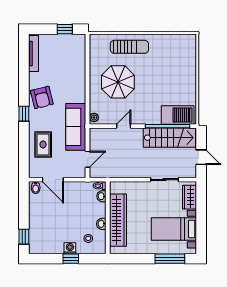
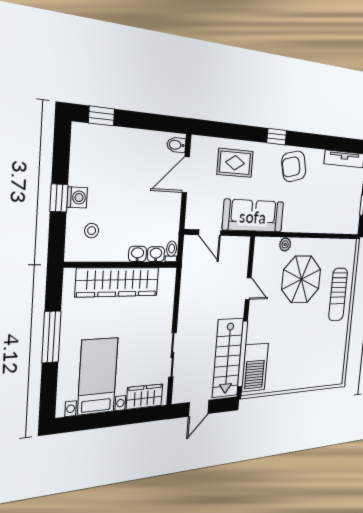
plant: (94, 117) -> (285, 244), moved
washbasin: (101, 224) -> (138, 254), moved
window: (170, 259) -> (51, 337), moved

